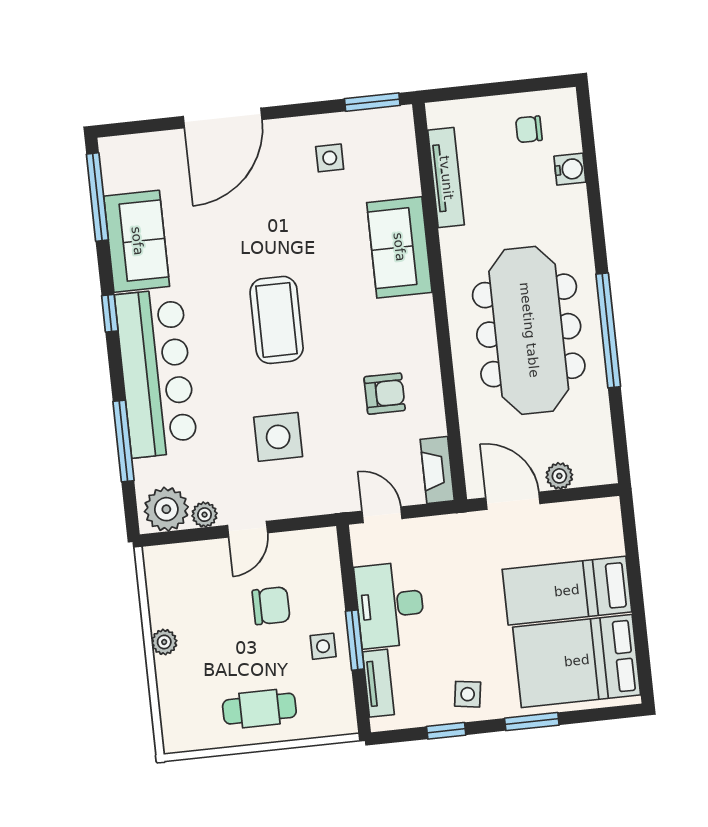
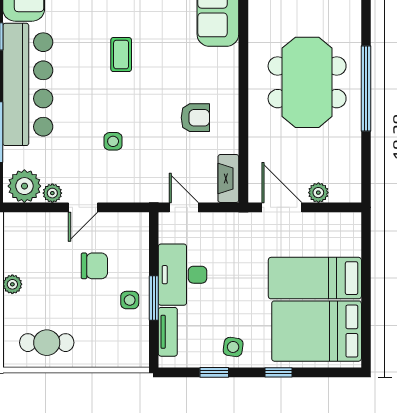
coffee table: (277, 320) -> (121, 55), width x0.54, depth x0.58
meeting table: (529, 330) -> (307, 82), width x0.73
side table: (278, 437) -> (113, 141), width x0.54, depth x0.54
cafe table: (259, 709) -> (47, 343), moved
window: (532, 722) -> (278, 372), width x0.67

